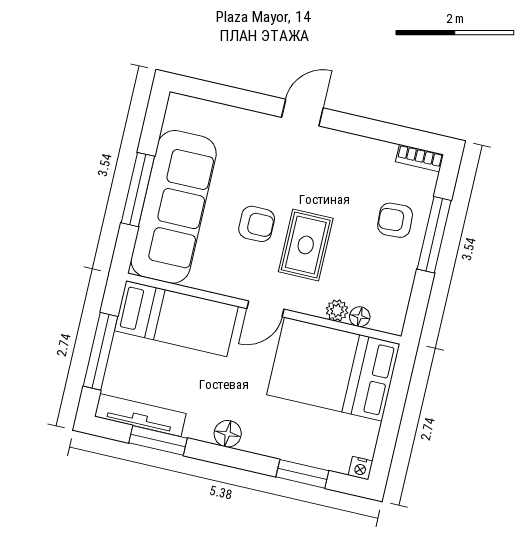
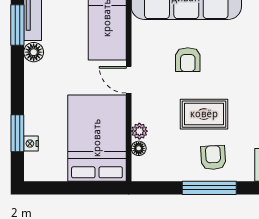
rug: (306, 245) -> (204, 114), moved
floor lamp: (228, 434) -> (34, 52), moved
nightstand: (361, 468) -> (31, 144), moved

